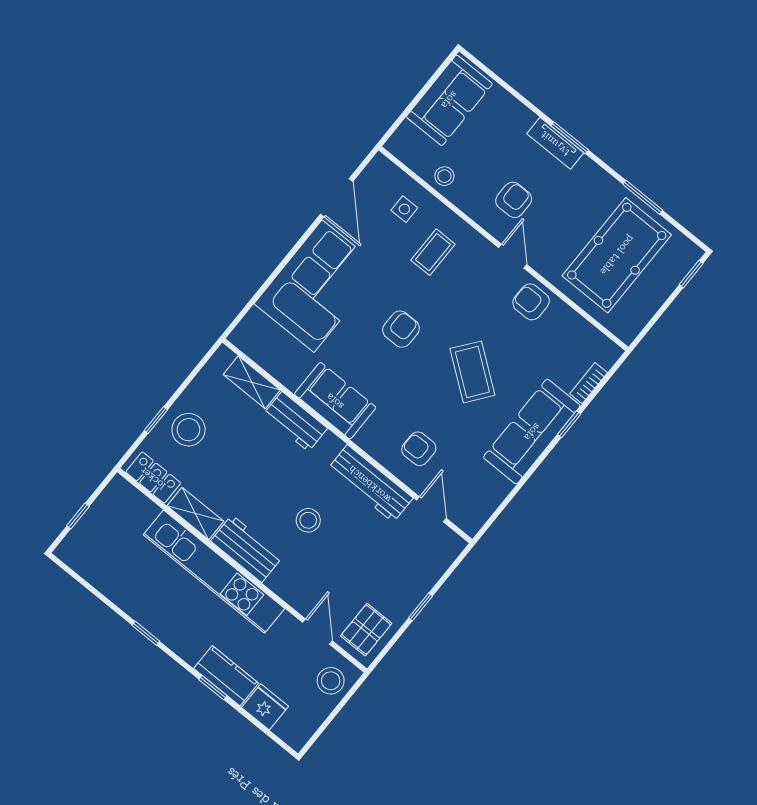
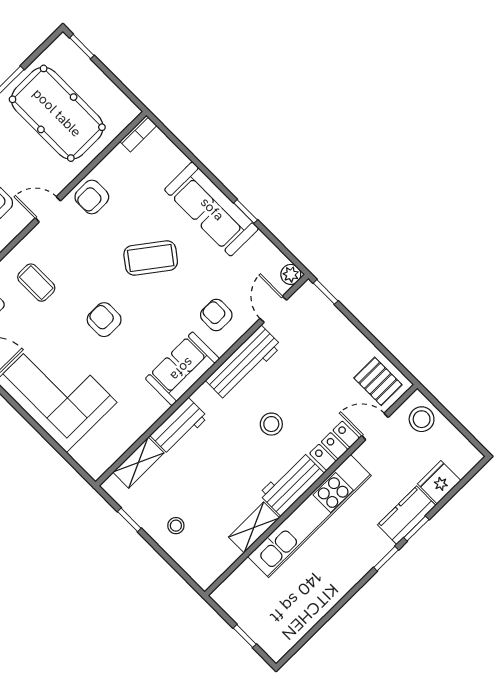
bookcase: (589, 383) -> (138, 133), moved, turned -90
sofa: (335, 401) -> (182, 369), moved
window: (156, 420) -> (129, 520), moved
window: (569, 424) -> (246, 211), moved
stool: (188, 430) -> (176, 526), width x0.53, depth x0.53
armchair: (419, 449) -> (216, 315), turned 90
locker: (153, 478) -> (334, 446), moved
door: (431, 509) -> (273, 309), hinge flipped
plant: (471, 524) -> (291, 274), added
window: (421, 607) -> (326, 292), moved
window: (146, 633) -> (386, 559), moved

